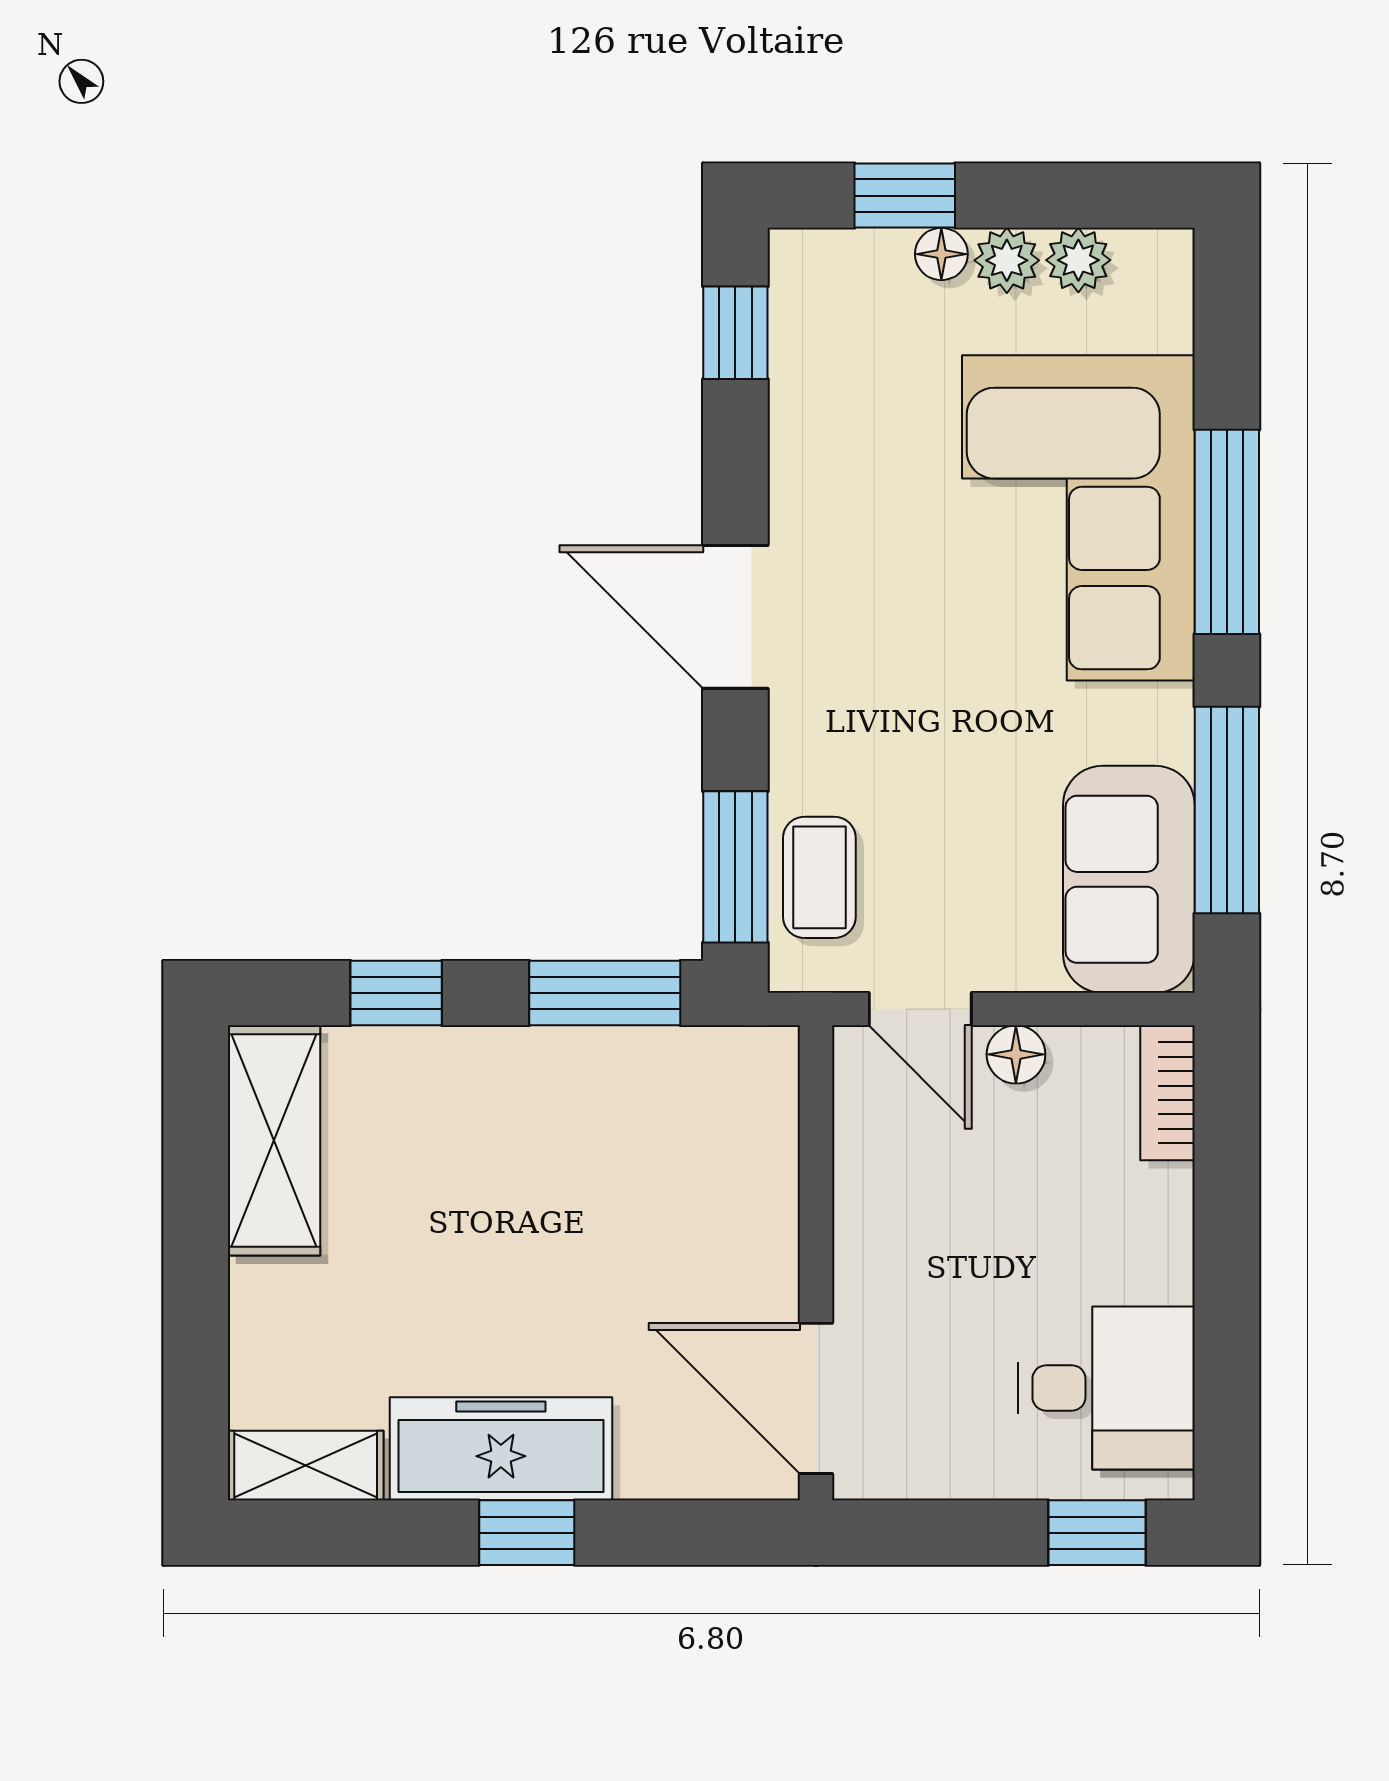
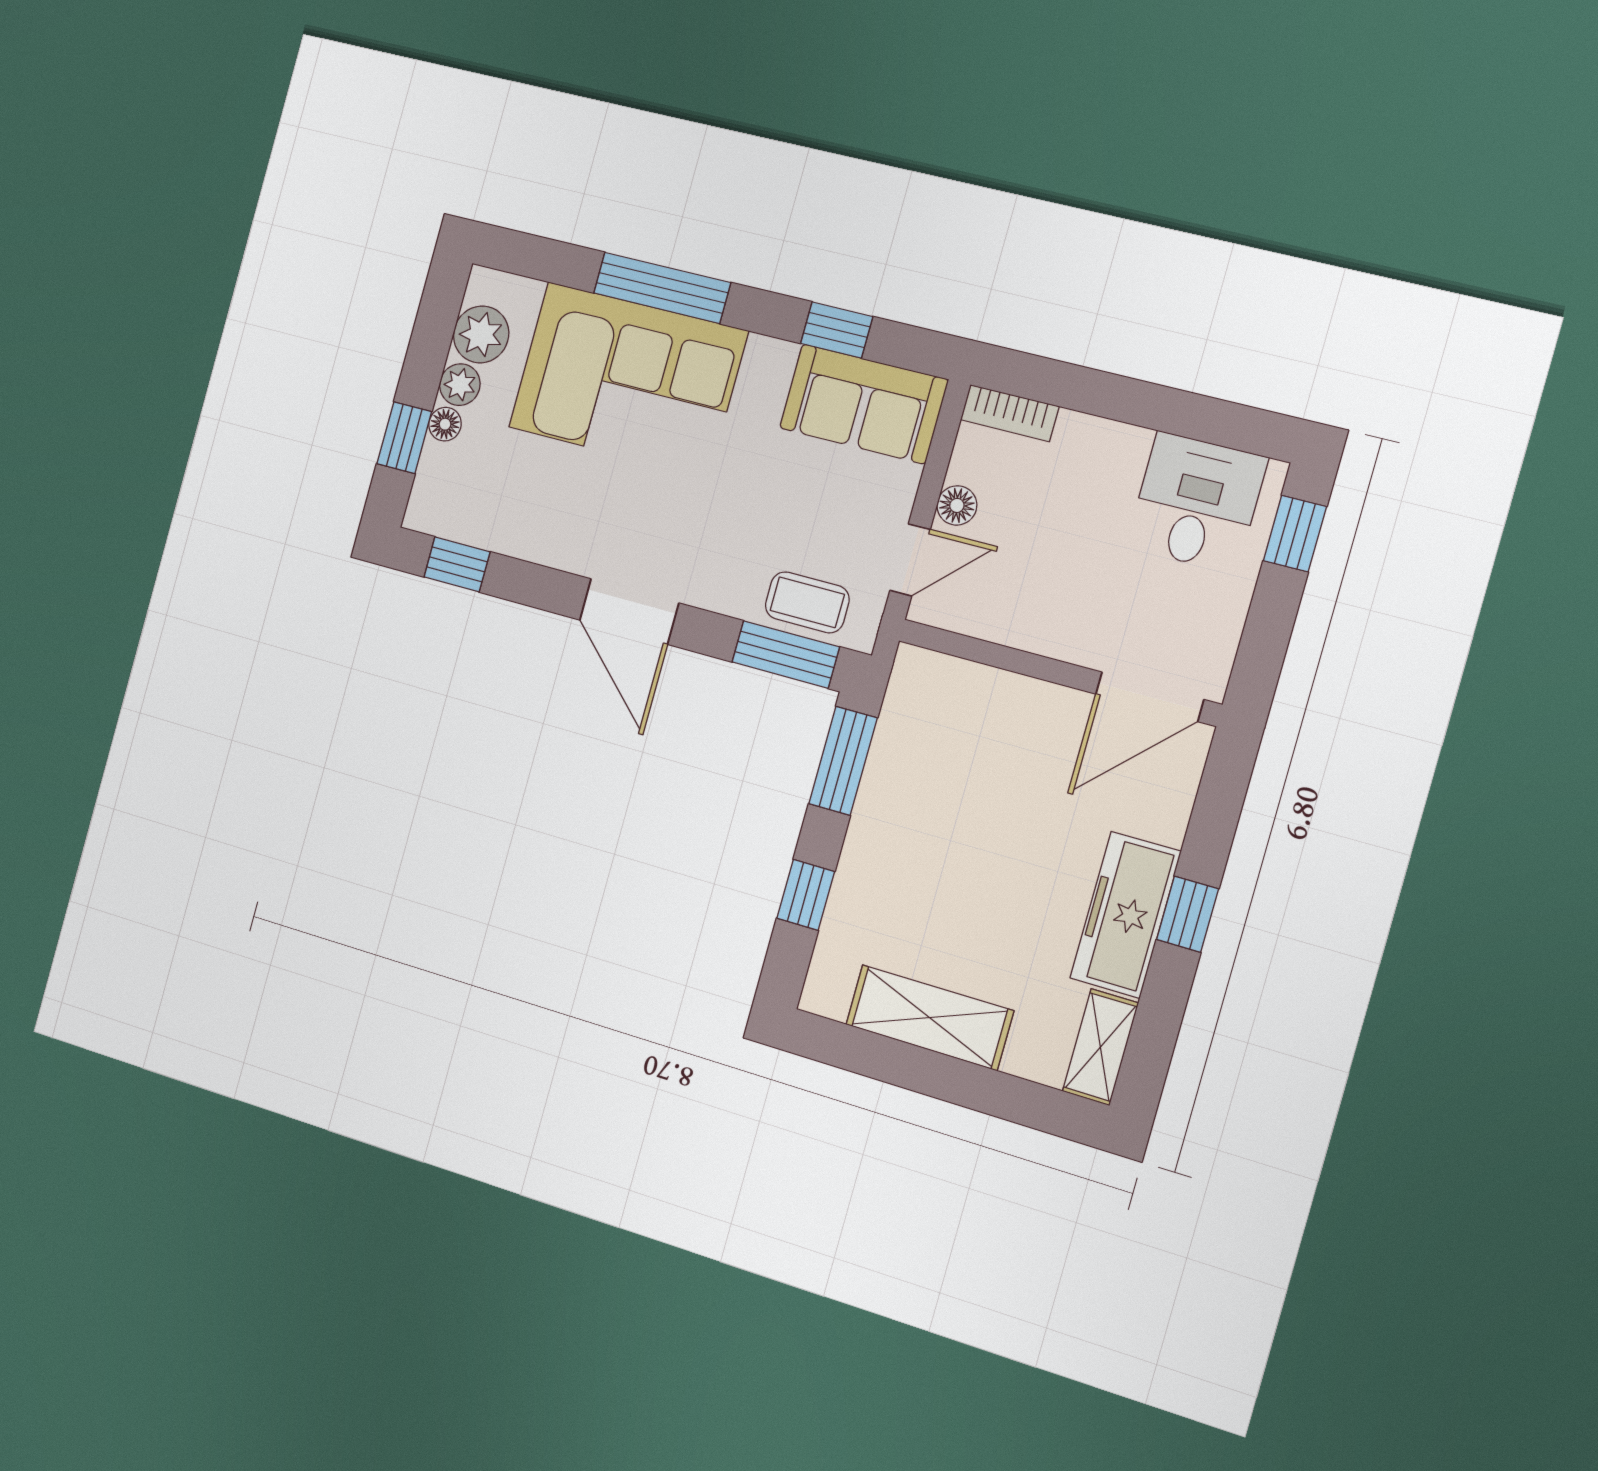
plant: (1078, 260) -> (481, 334), width x1.38, depth x1.38
door: (735, 617) -> (629, 612), hinge flipped
window: (1227, 810) -> (837, 330), width x0.46
shelving: (274, 1140) -> (929, 1018), moved

